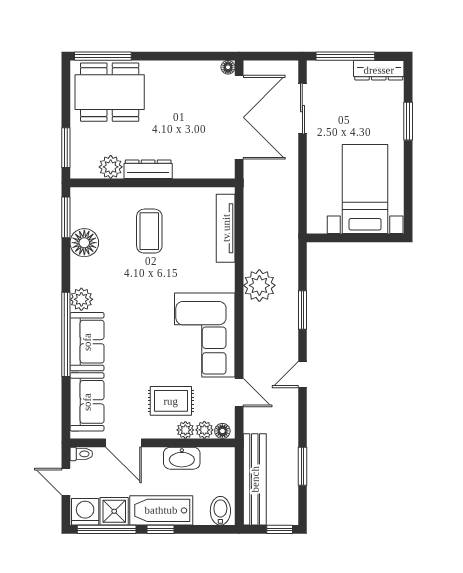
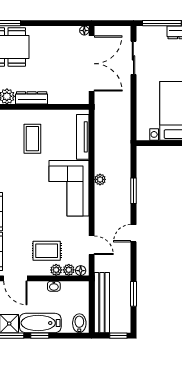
plant: (259, 285) -> (100, 179), width x0.53, depth x0.53
corner sofa: (205, 335) -> (69, 188), moved
washbasin: (182, 458) -> (54, 286), width x0.52, depth x0.69

